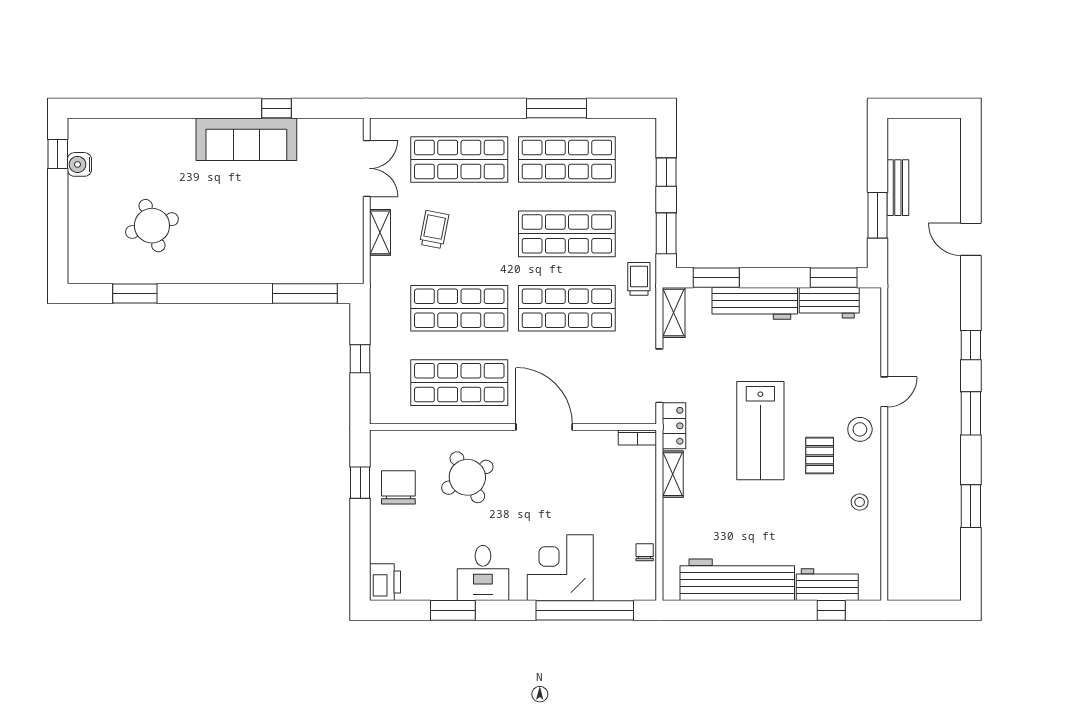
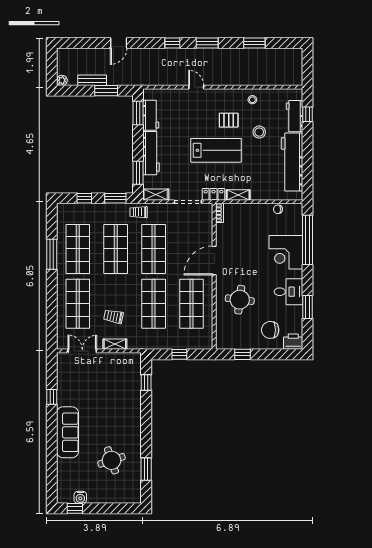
plant: (897, 128) -> (62, 80), added
sofa: (246, 139) -> (68, 432), moved
window: (305, 294) -> (146, 382), width x0.46
stool: (860, 429) -> (259, 132), moved
round table: (467, 477) -> (240, 300), turned 36
chair: (398, 487) -> (270, 330), moved

